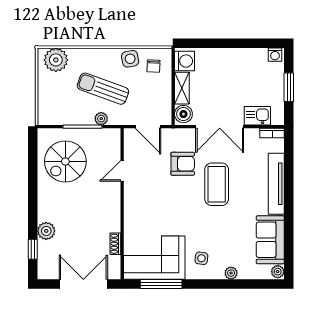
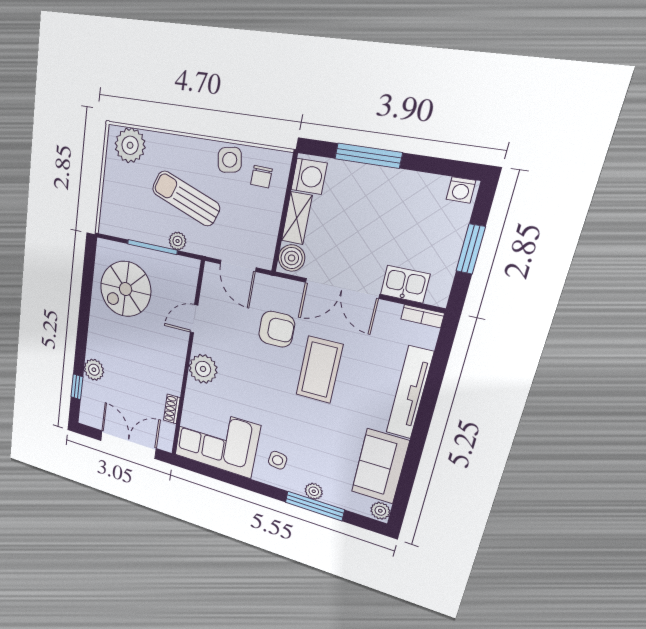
window: (218, 43) -> (368, 156), added
plant: (135, 206) -> (203, 369), added
window: (161, 284) -> (315, 506), moved

